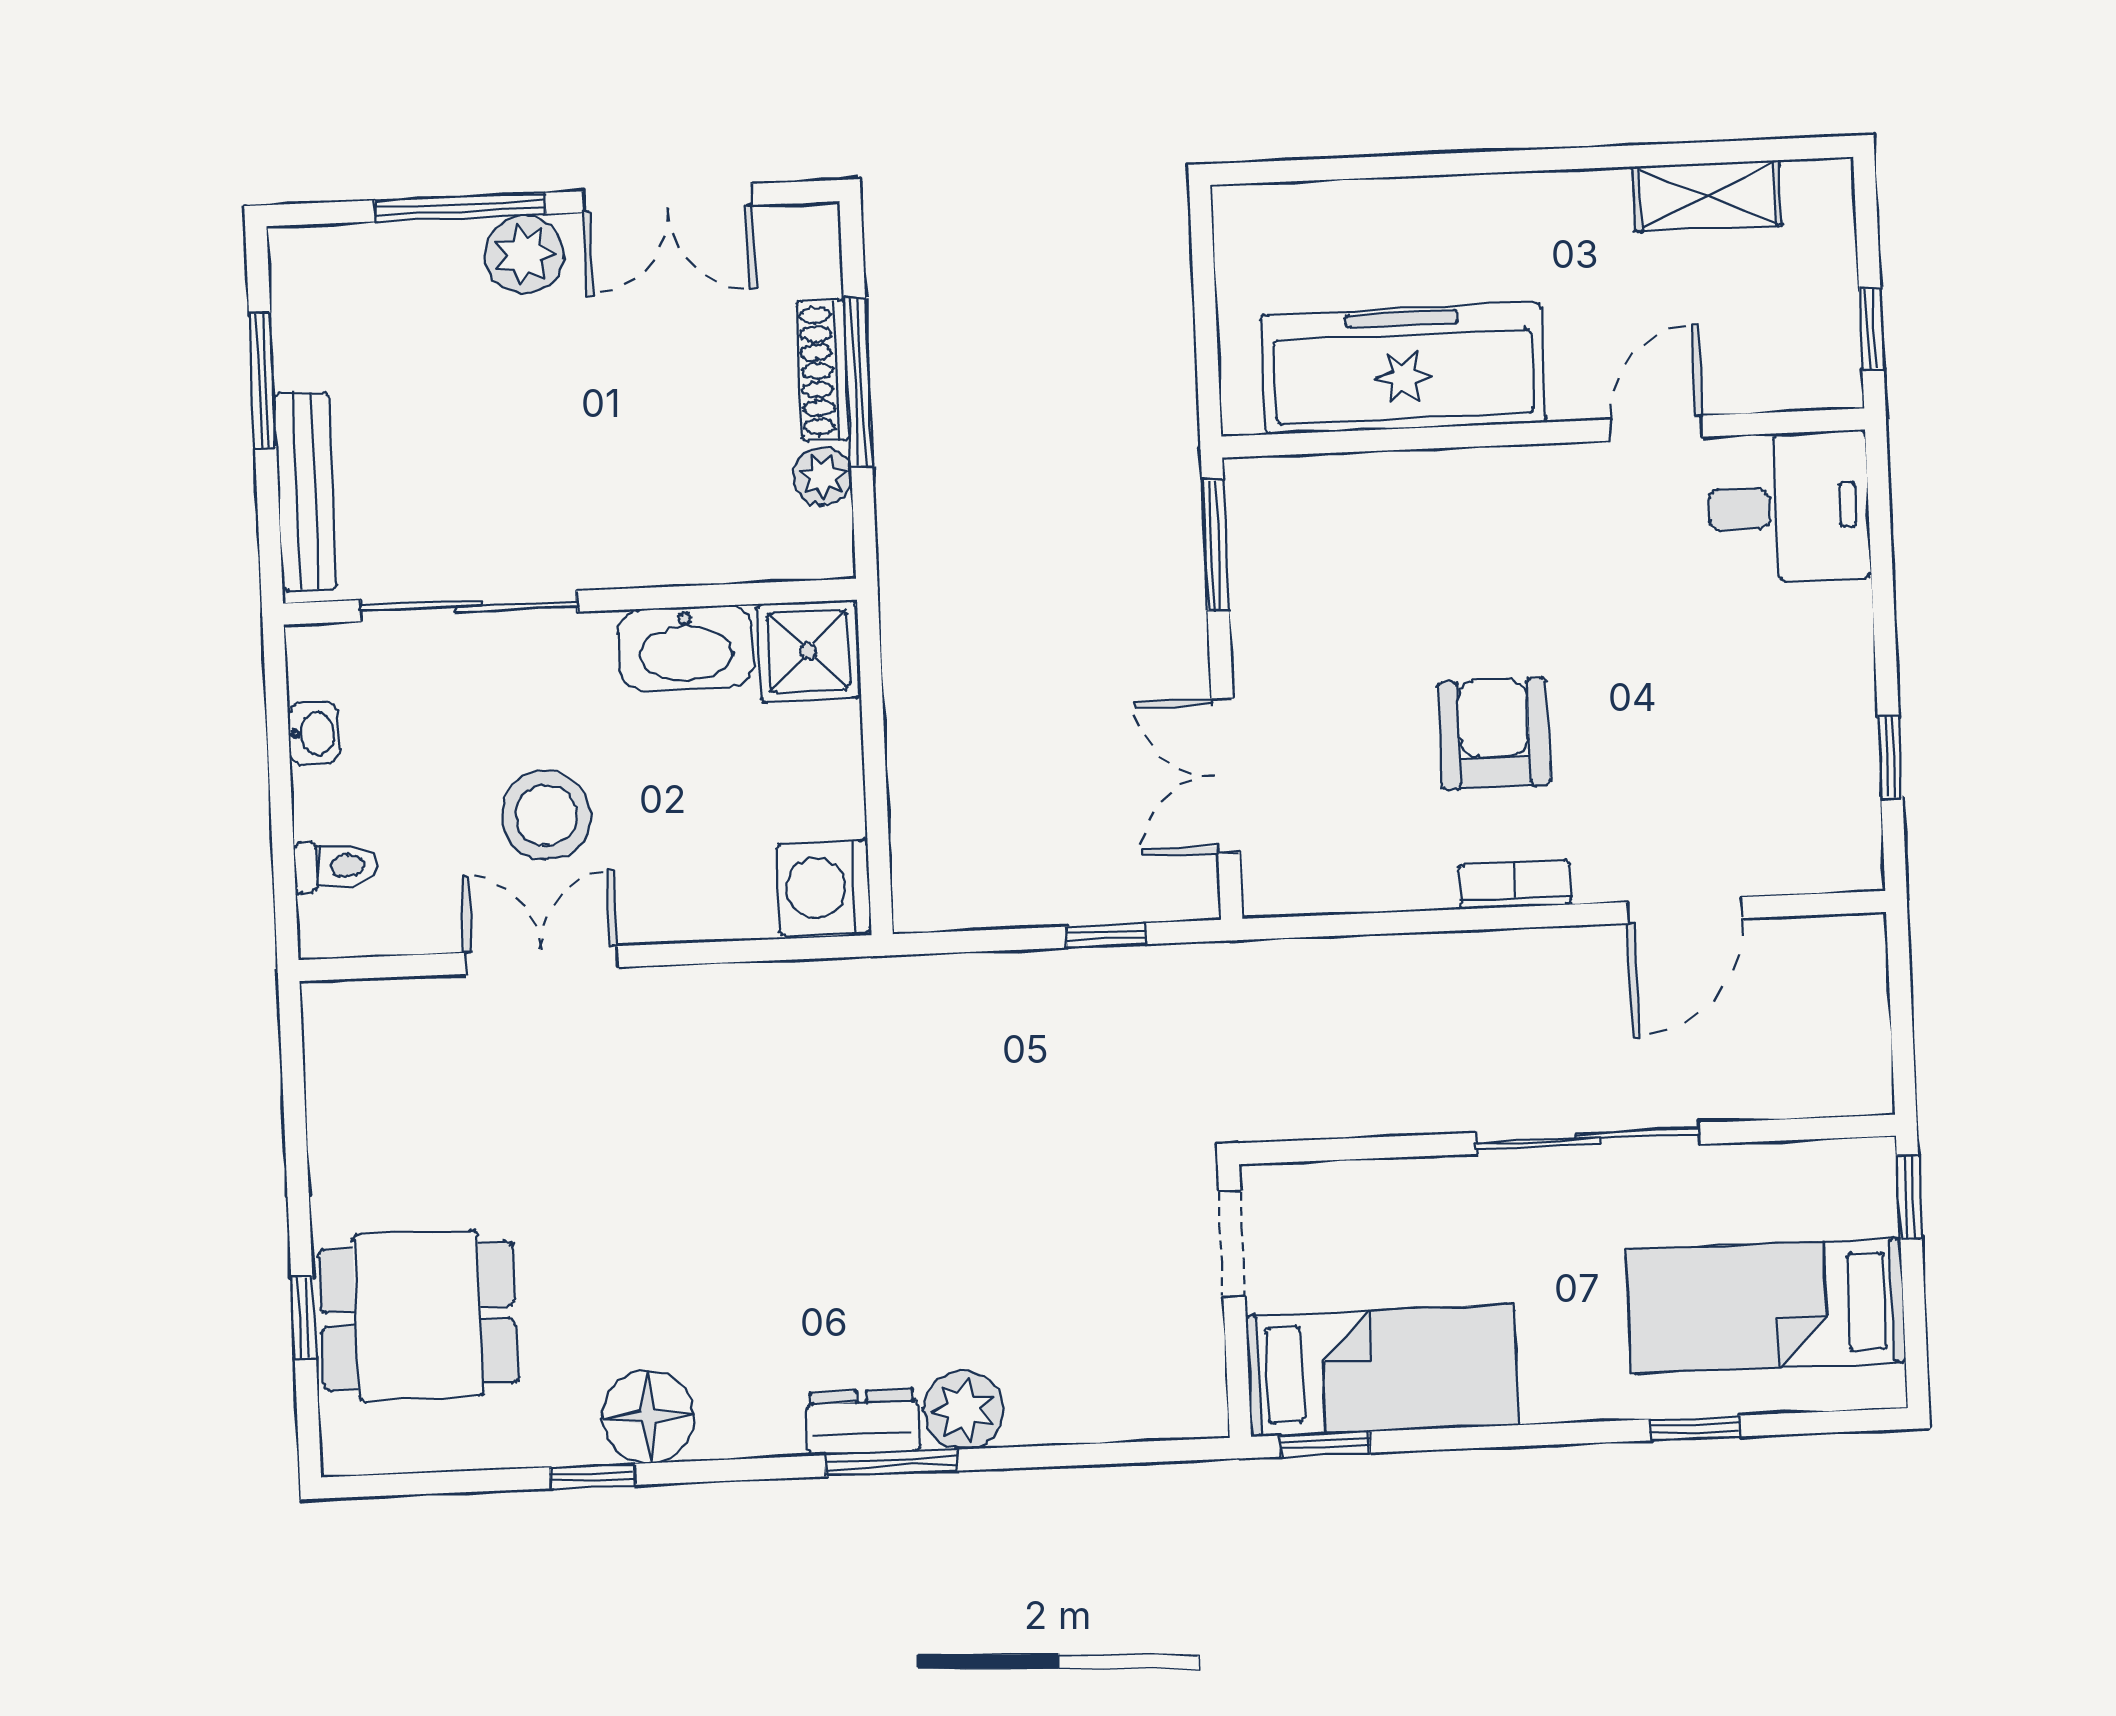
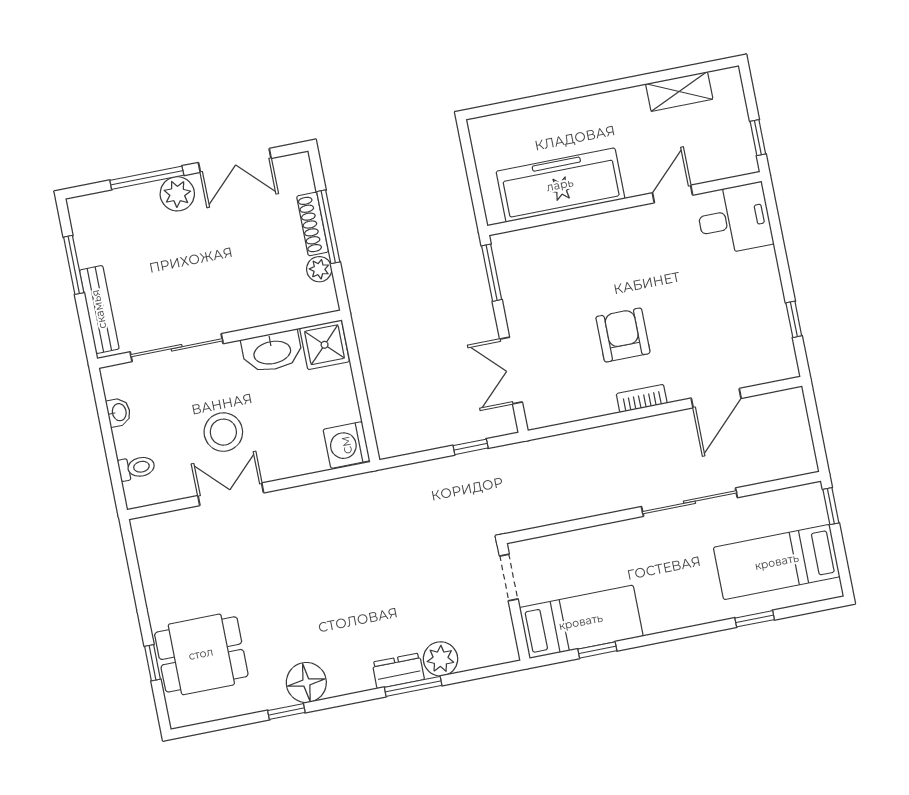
doorway: (1232, 1244) -> (509, 577), moved
wall: (1234, 1301) -> (514, 602), moved
bed: (1382, 1371) -> (581, 622), moved

